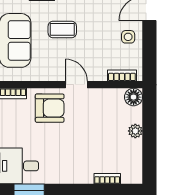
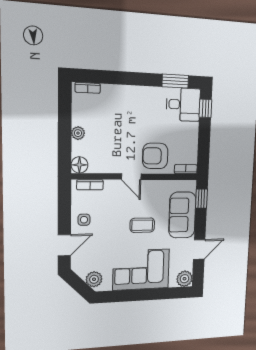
bookcase: (107, 179) -> (88, 88), moved

